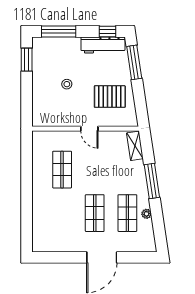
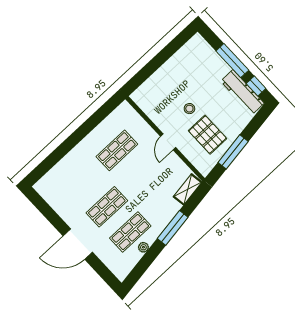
window: (59, 31) -> (232, 61), moved
window: (27, 60) -> (176, 44), removed
window: (134, 62) -> (233, 152), moved
stool: (67, 84) -> (189, 109), moved

